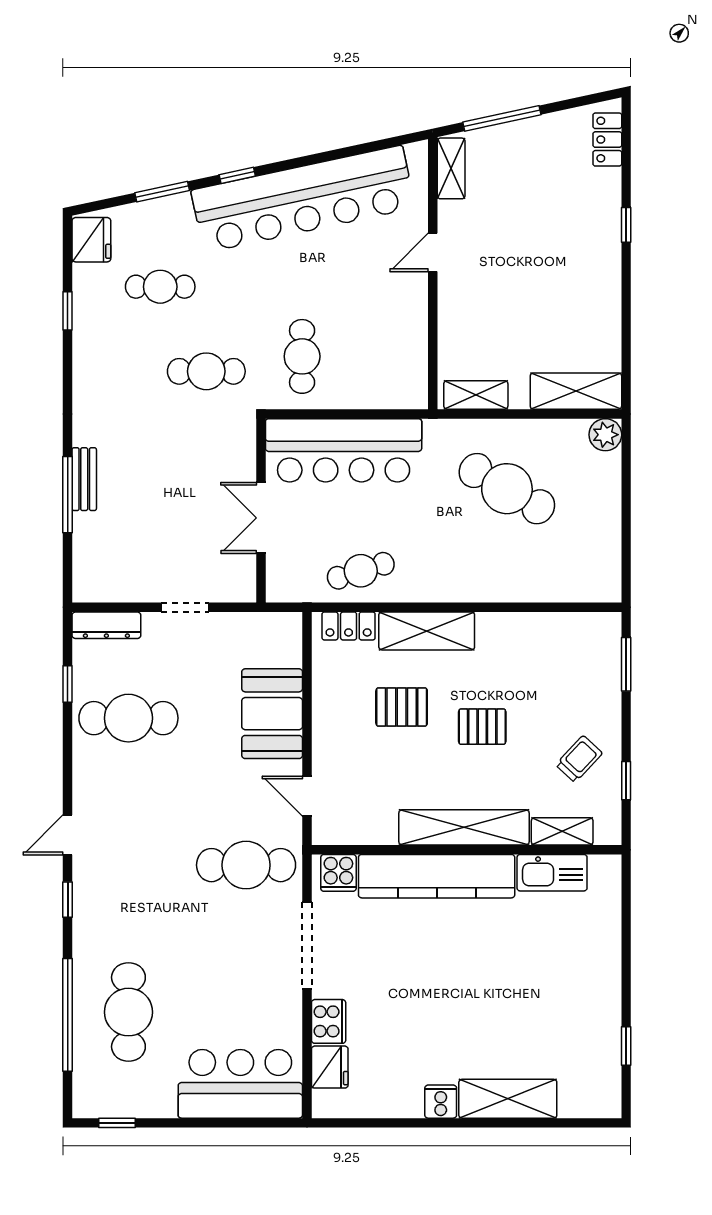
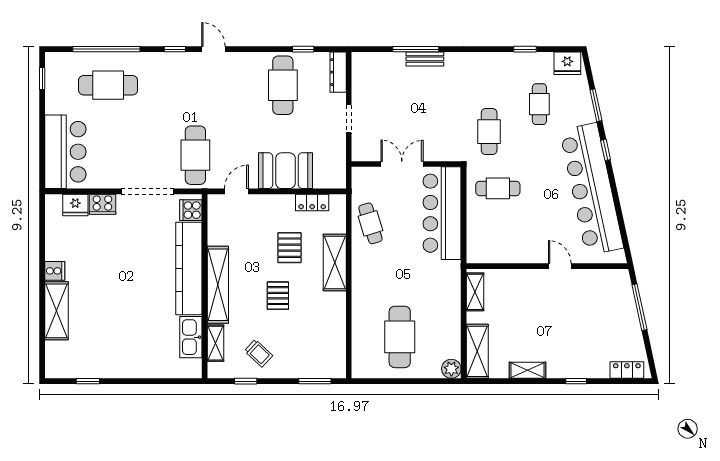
shelving: (451, 168) -> (527, 370), moved
cafe table: (507, 489) -> (400, 337), moved, turned -30
locker: (349, 626) -> (312, 202), moved, turned -90

